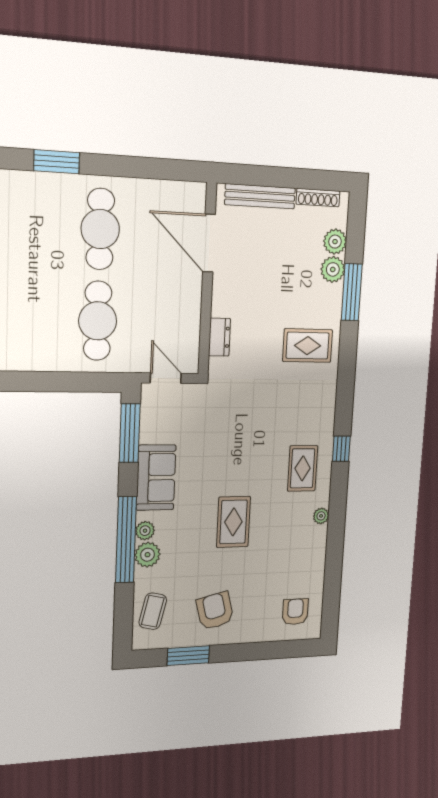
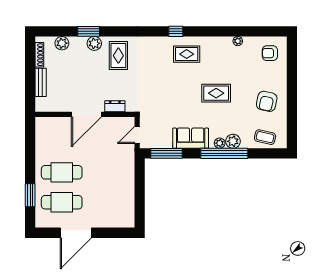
bench: (260, 196) -> (41, 82), width x0.73
door: (209, 243) -> (86, 114), moved
plant: (333, 269) -> (94, 43), moved
window: (352, 292) -> (89, 31), width x0.69
cafe table: (98, 321) -> (62, 202), moved
plant: (321, 516) -> (238, 41), moved
armchair: (215, 611) -> (267, 101), turned -64
window: (188, 656) -> (292, 116), removed

